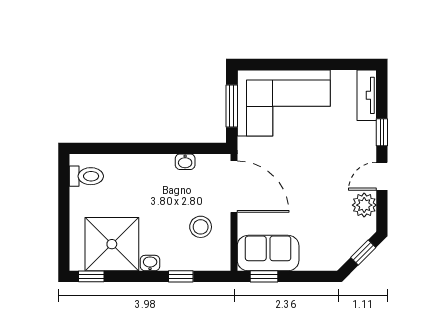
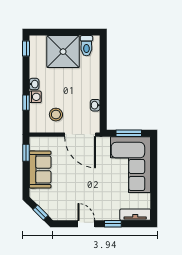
door: (234, 187) -> (80, 135), hinge flipped
plant: (364, 205) -> (69, 213), removed
shower: (112, 244) -> (63, 52), moved
sofa: (268, 253) -> (40, 169), moved
washing machine: (171, 261) -> (35, 97), added

